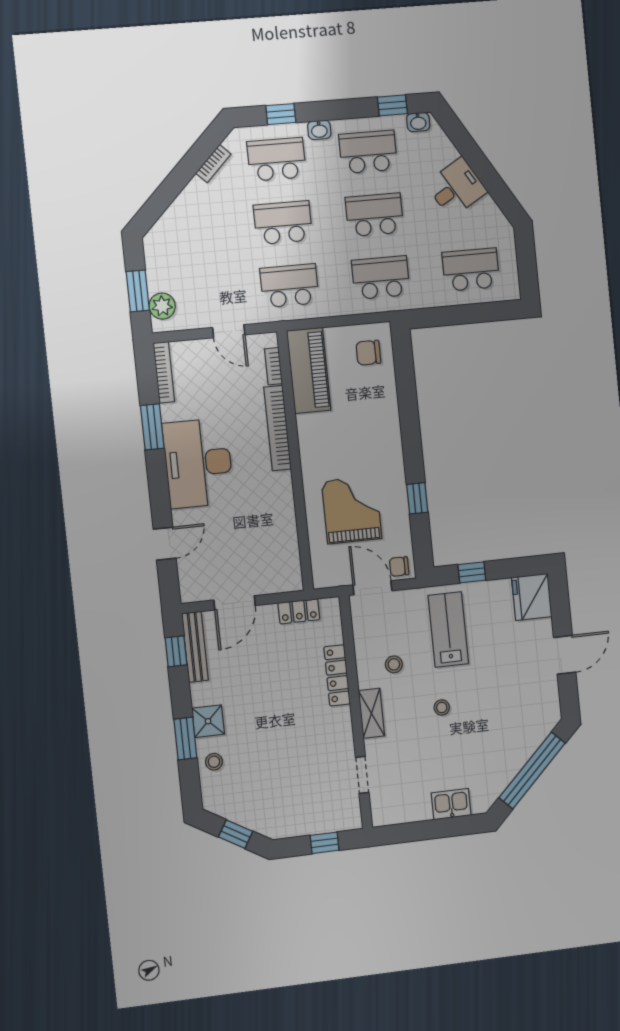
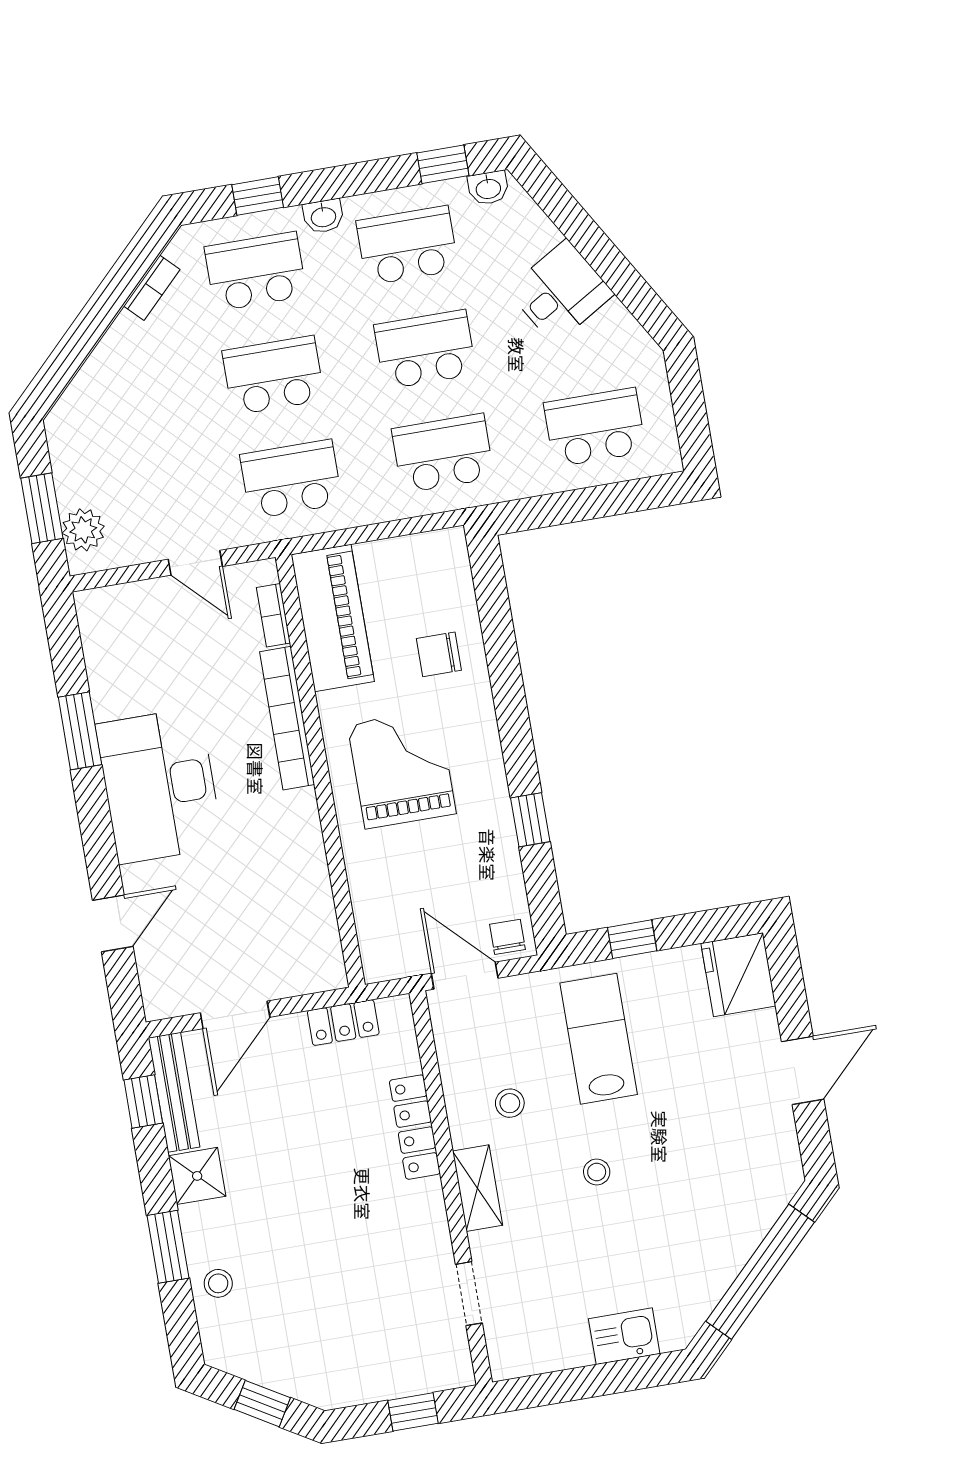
chair: (368, 353) -> (439, 654), moved
bookcase: (164, 372) -> (93, 639), removed
grand piano: (352, 510) -> (402, 769), moved
chair: (399, 566) -> (507, 937), turned 90
shower: (208, 721) -> (197, 1176), moved

